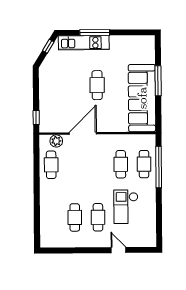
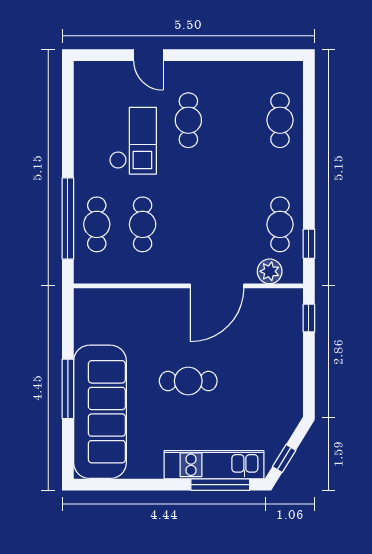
window: (95, 33) -> (220, 485), moved
cafe table: (97, 85) -> (188, 381), turned 90
sofa: (142, 98) -> (100, 412), moved
window: (36, 155) -> (309, 244), added
cafe table: (75, 217) -> (280, 120), moved

